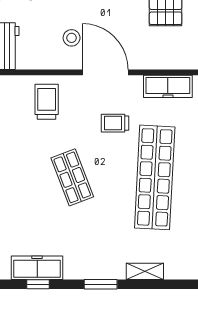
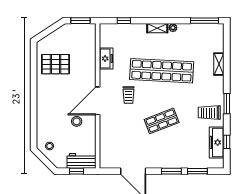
freezer: (168, 86) -> (106, 58), width x0.71
trolley: (47, 102) -> (209, 113), moved
shelving: (145, 271) -> (219, 64), moved

